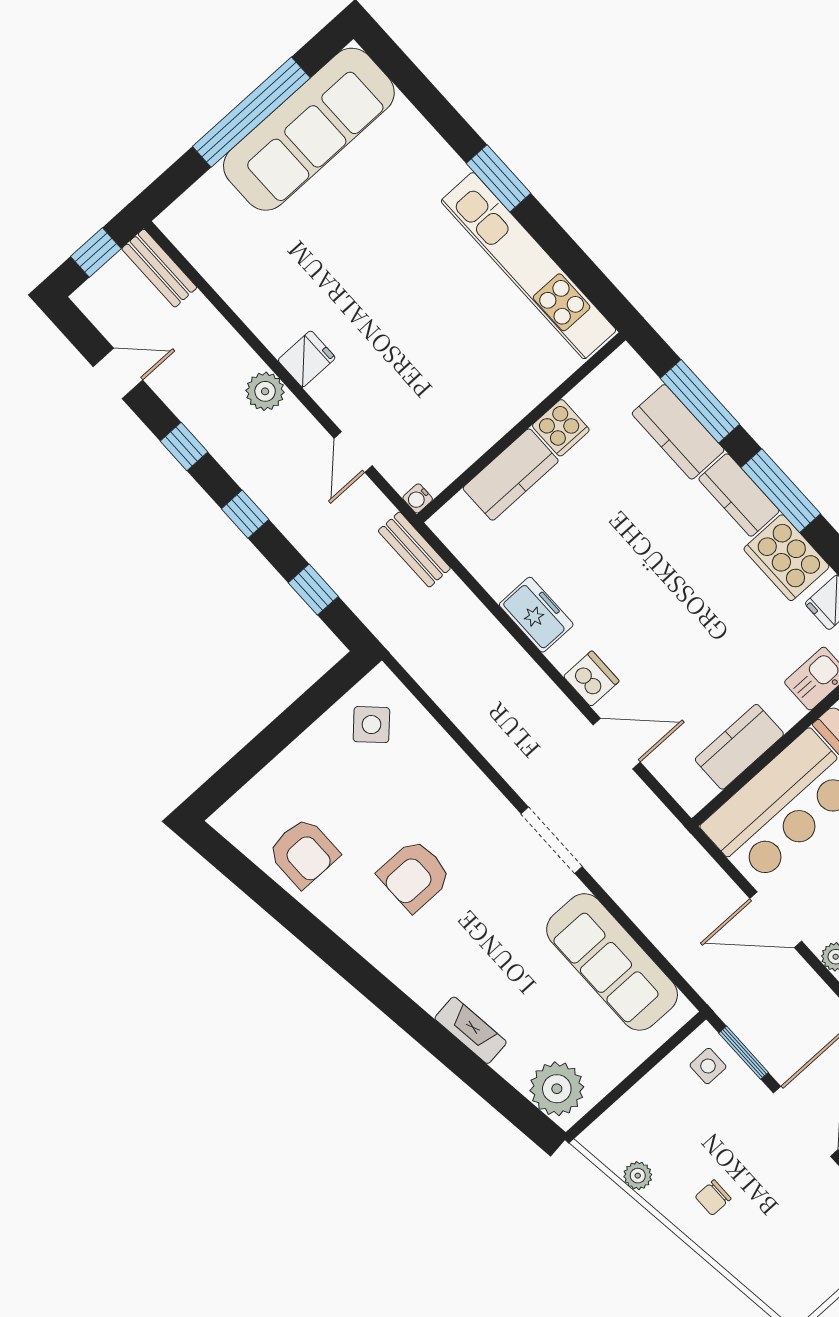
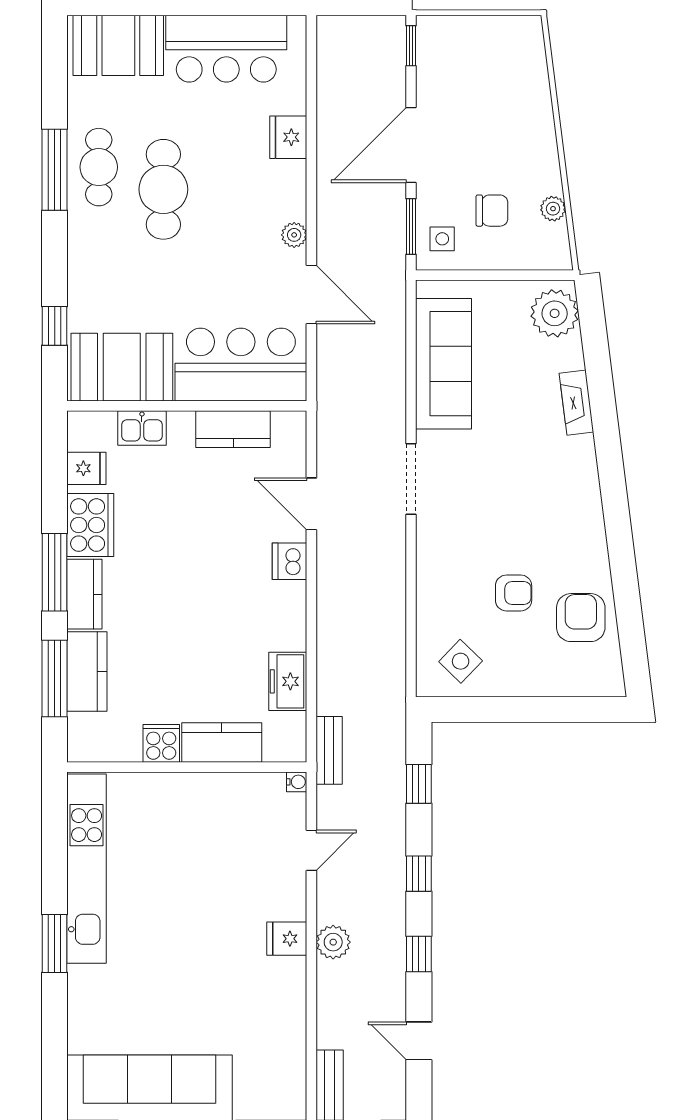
freezer: (536, 615) -> (288, 681), moved
armchair: (414, 876) -> (514, 593), moved, width x0.72, depth x0.72
chair: (713, 1198) -> (492, 211), moved, width x1.37, depth x1.37

